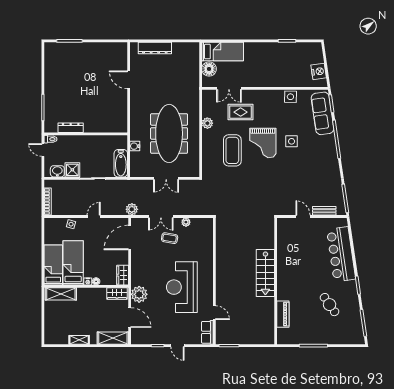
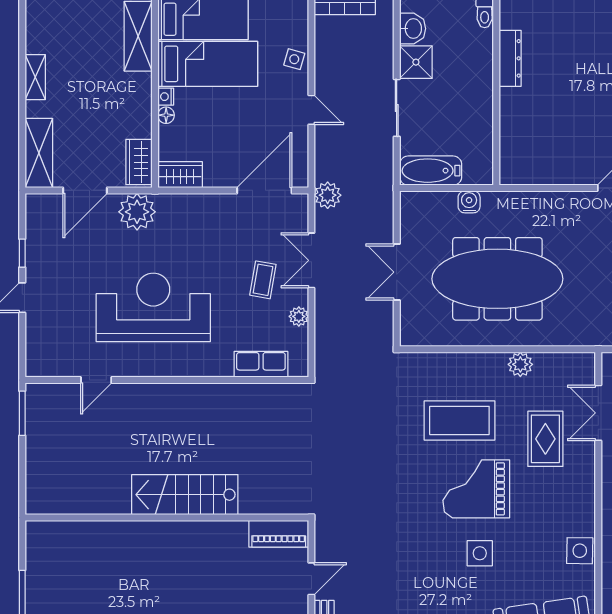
door: (130, 237) -> (264, 190), hinge flipped
piano: (283, 314) -> (279, 534), moved
row of seats: (207, 332) -> (261, 364), moved

